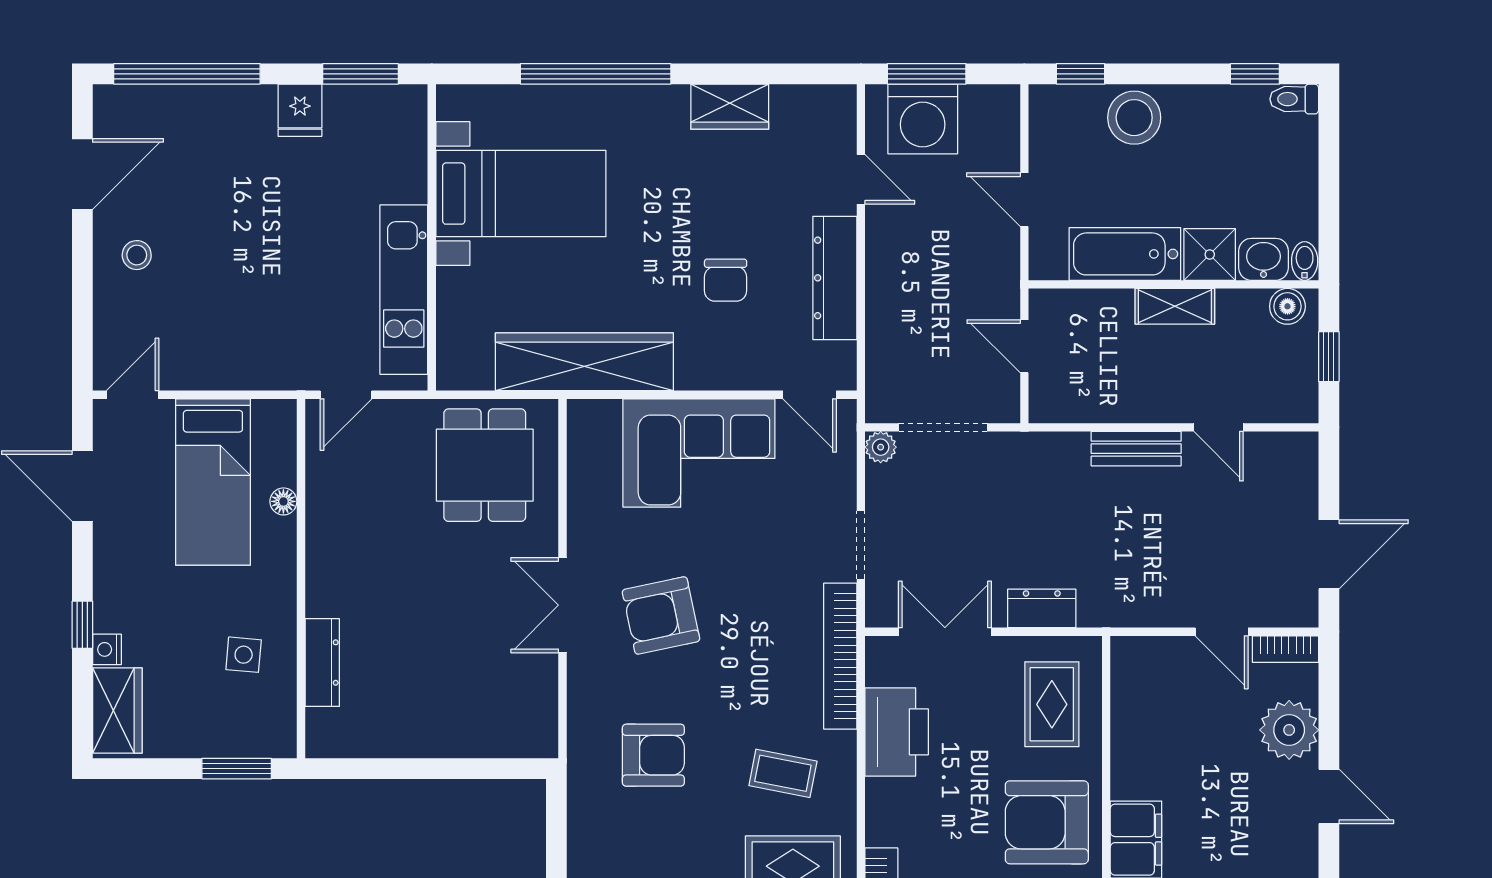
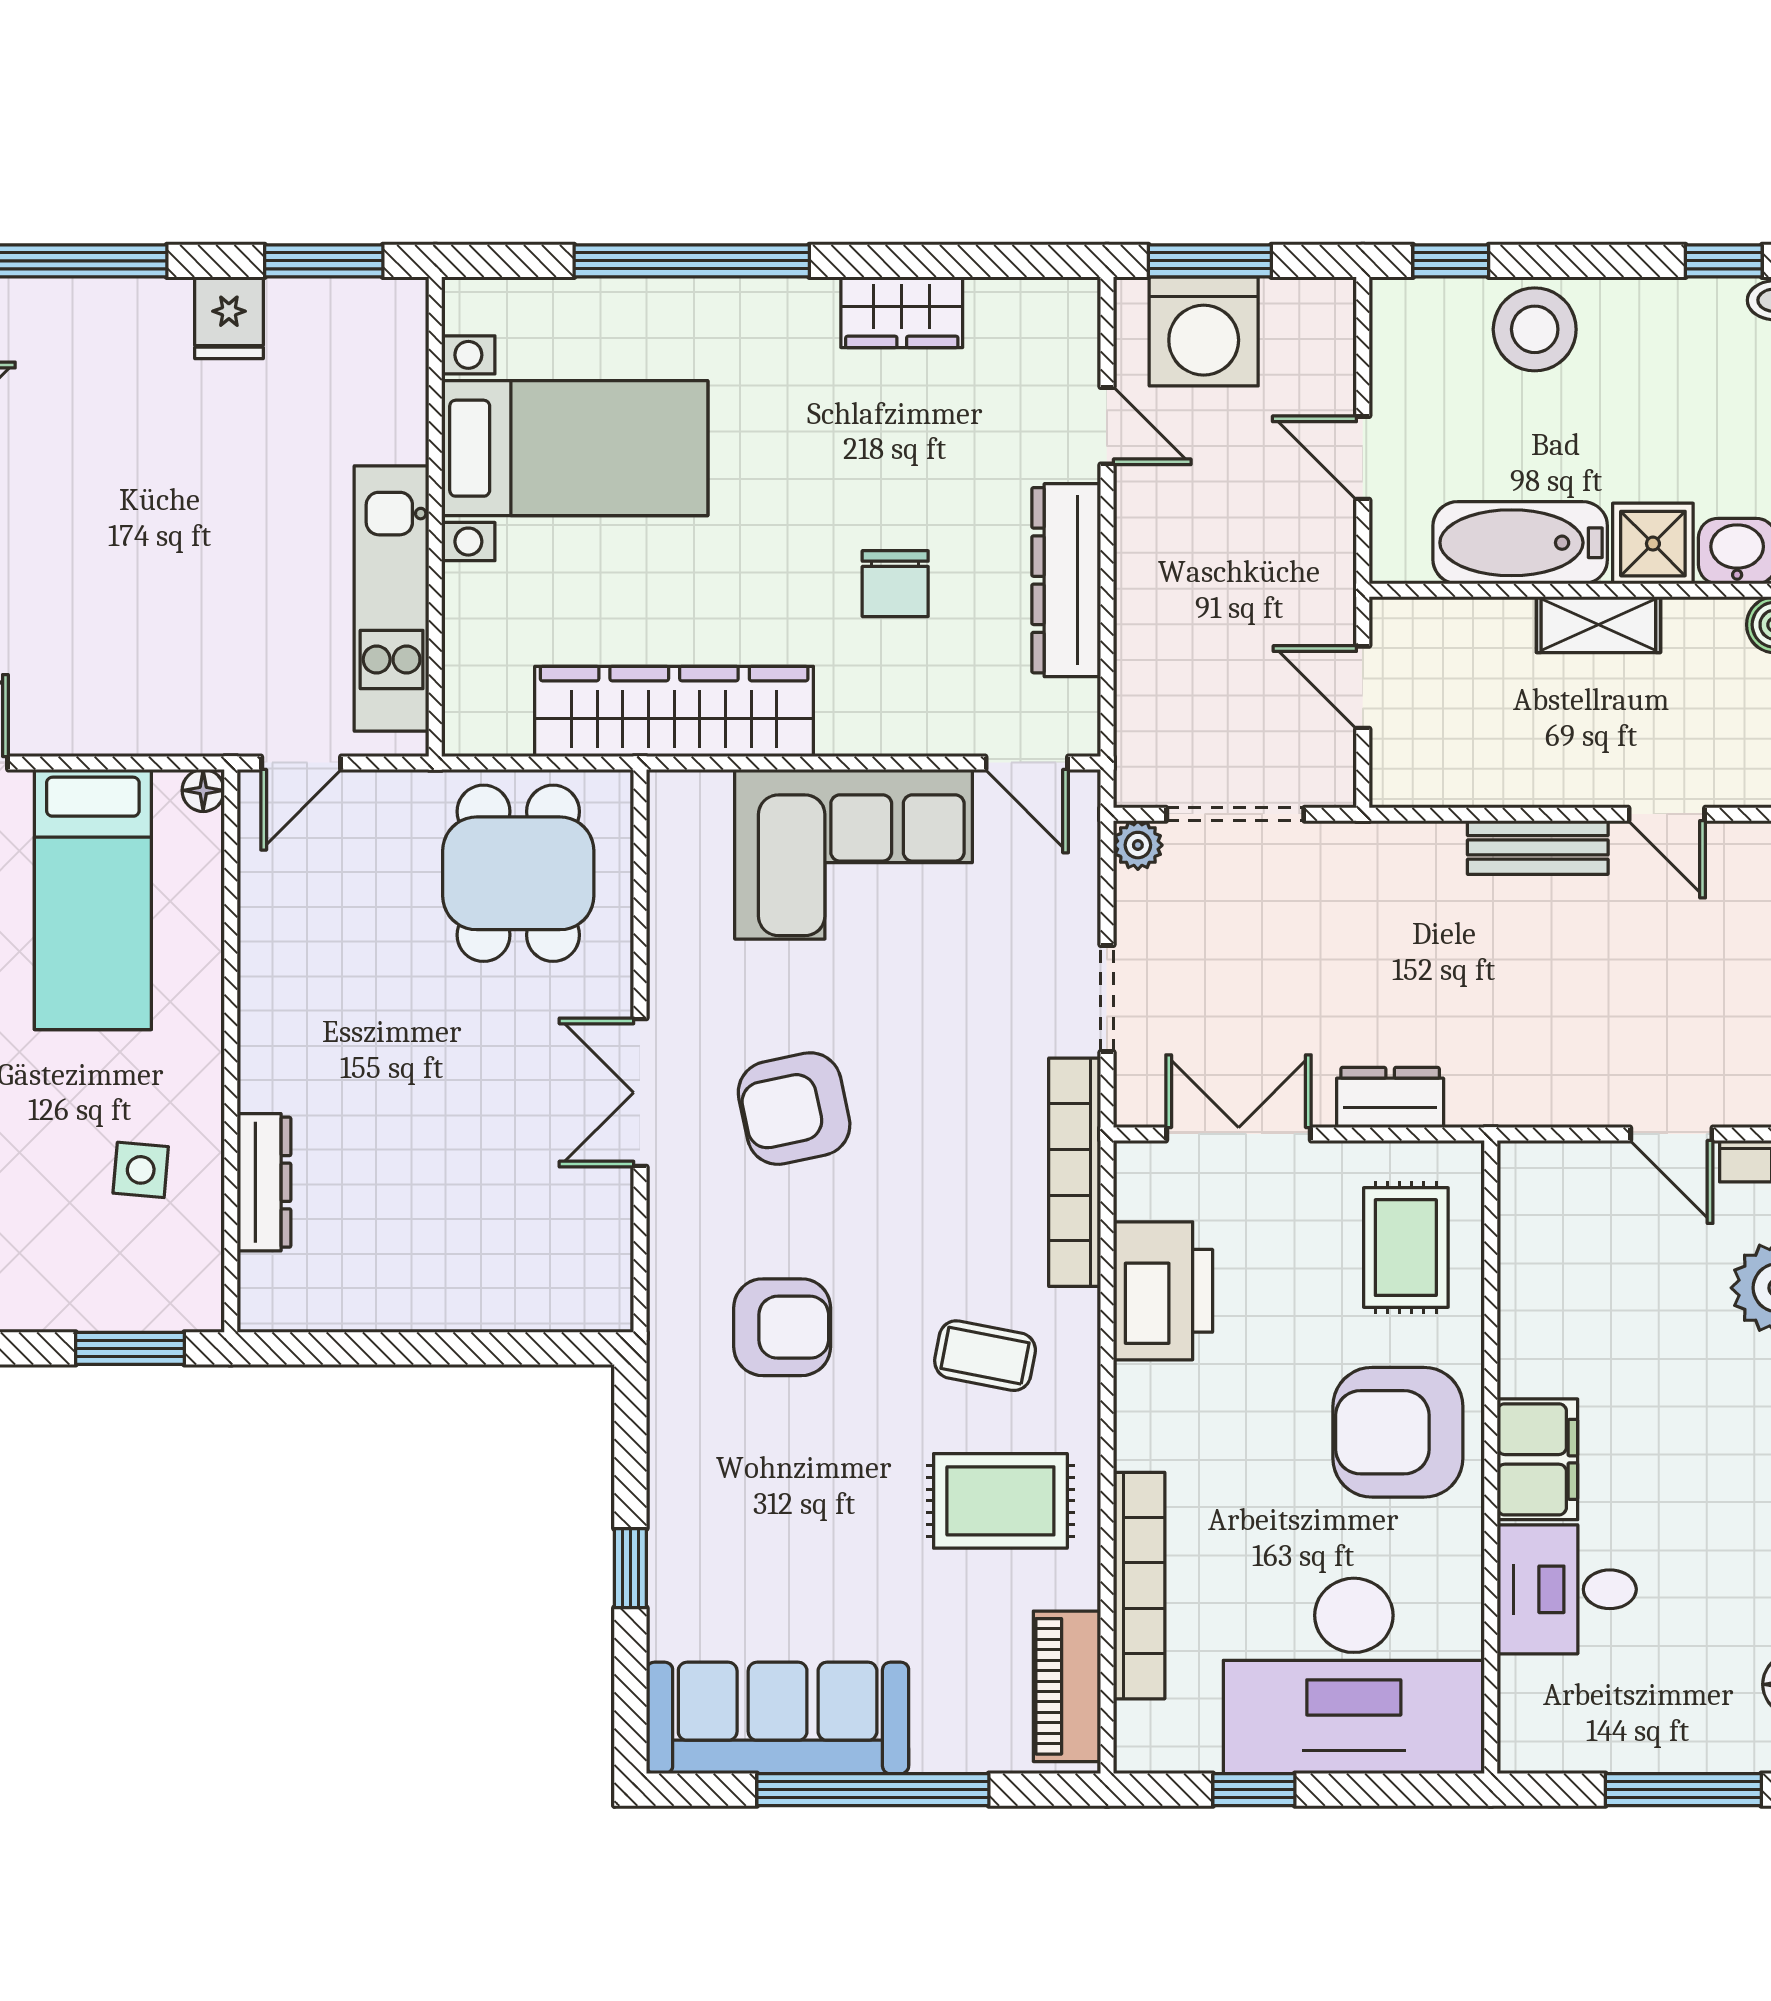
floor lamp: (283, 501) -> (203, 790), moved

